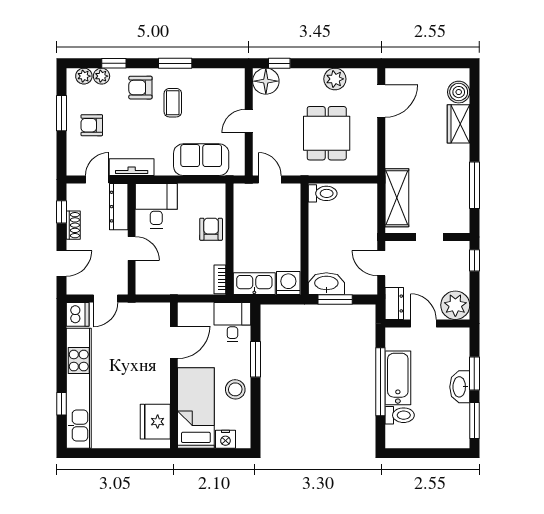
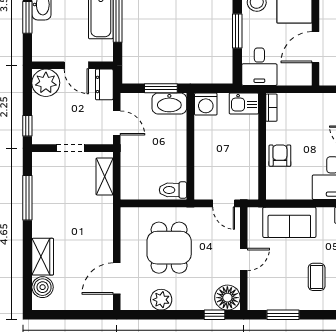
window: (175, 63) -> (283, 315), moved
shelving: (397, 198) -> (105, 176), width x0.67, depth x0.75
armchair: (211, 229) -> (280, 156), turned 180
kitchen sink: (254, 284) -> (244, 103), width x0.73

